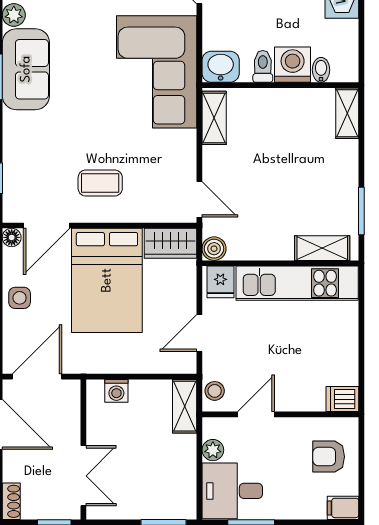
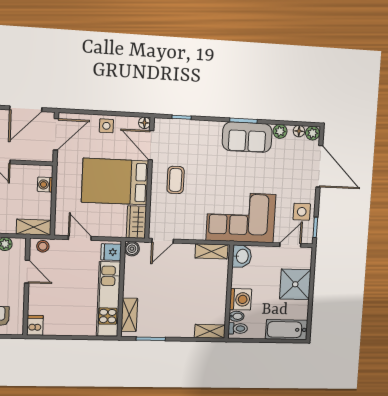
toilet: (263, 66) -> (238, 328), moved
door: (37, 377) -> (56, 134), hinge flipped

